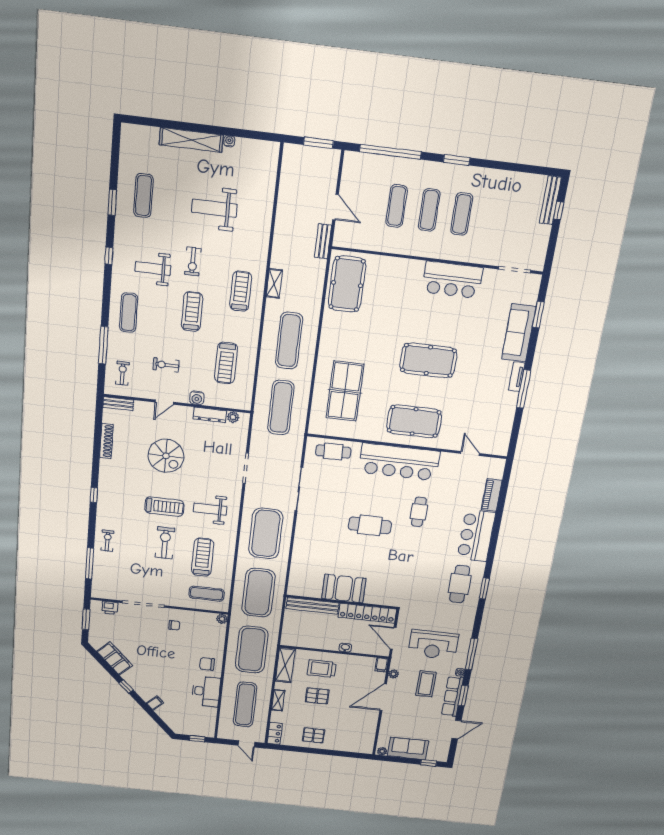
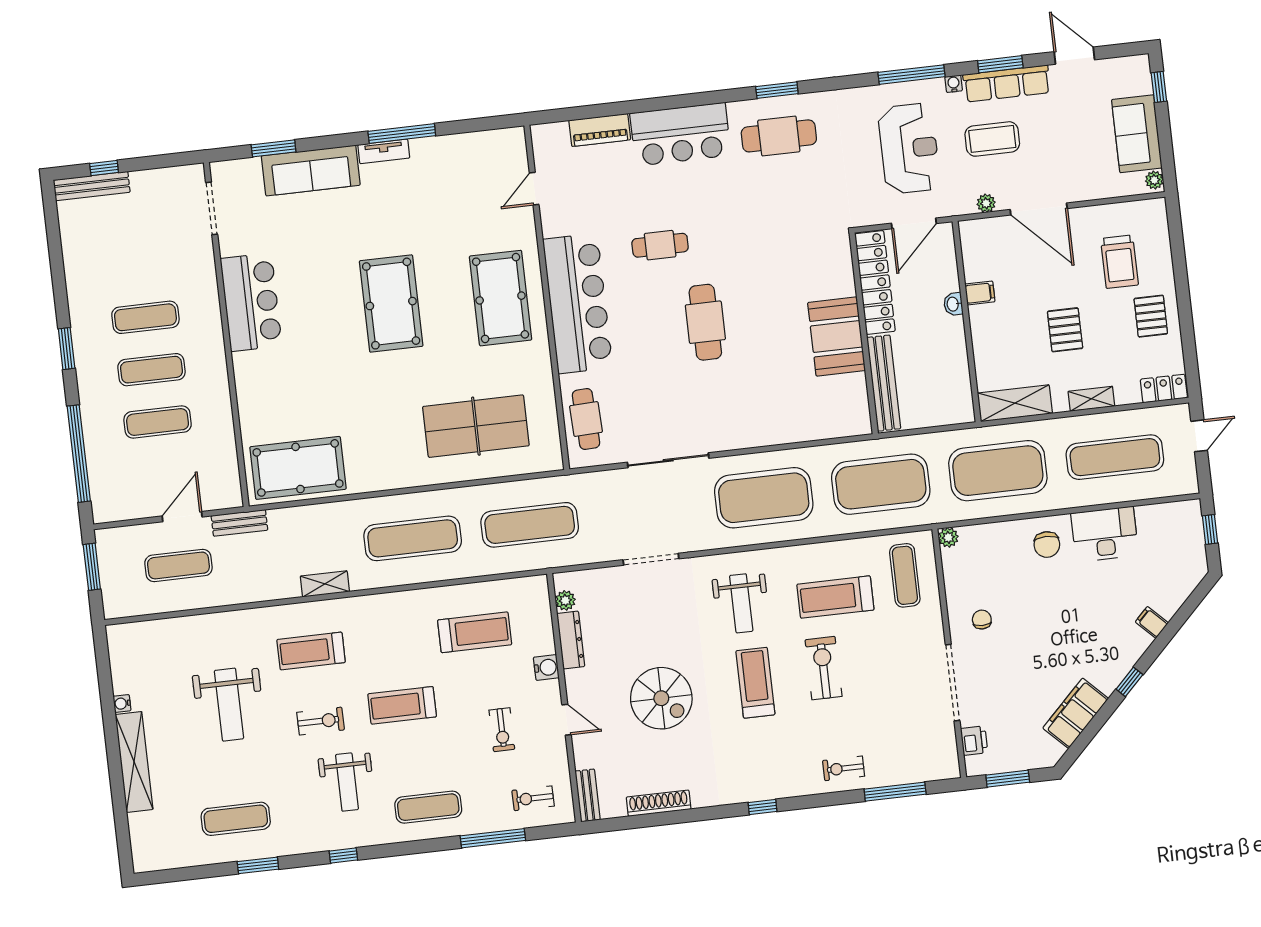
exercise mat: (306, 198) -> (178, 565), added
treadmill: (241, 291) -> (311, 651), moved
spiral stairs: (166, 456) -> (661, 698), turned 90
exercise bike: (165, 543) -> (824, 668), turned 90
filing cabinet: (382, 665) -> (980, 293), moved
trolley: (322, 669) -> (1119, 262), moved

